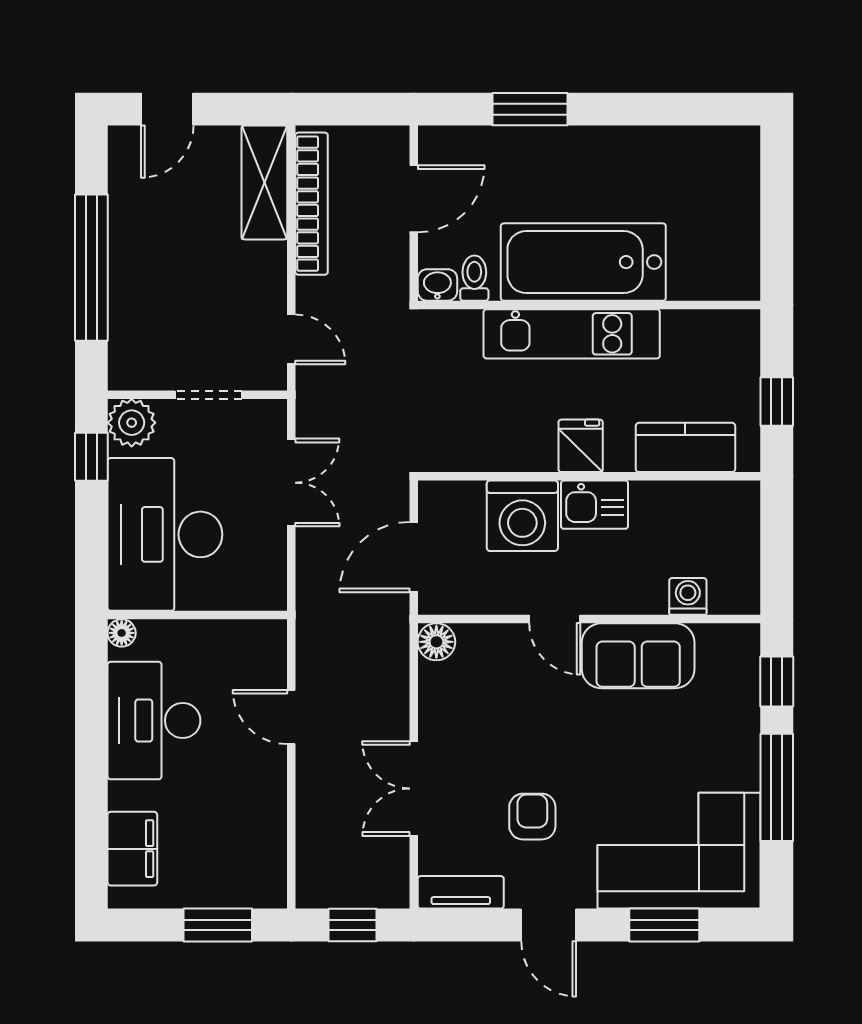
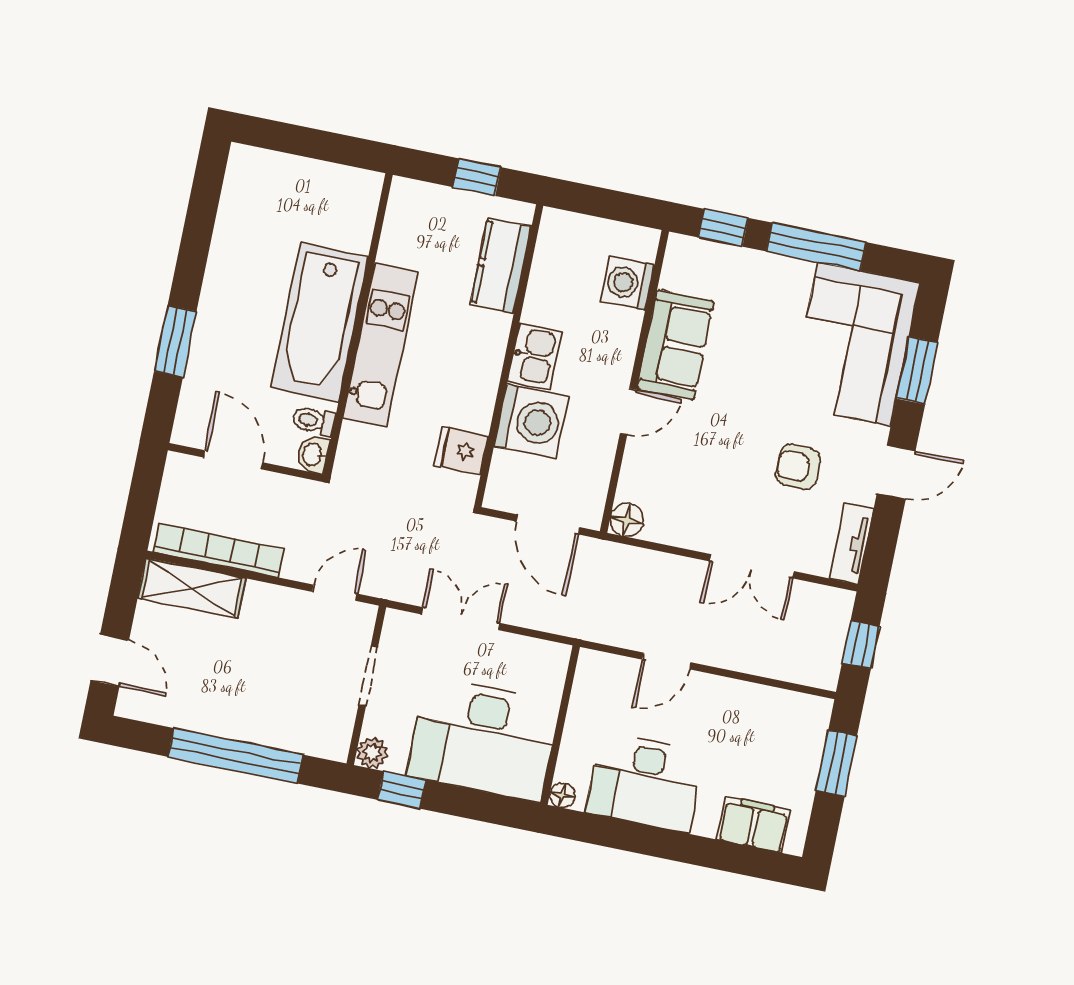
plant: (132, 423) -> (372, 753), width x0.73, depth x0.73
fridge: (581, 446) -> (461, 450), moved
washing machine: (688, 596) -> (627, 283), width x1.38, depth x1.38

